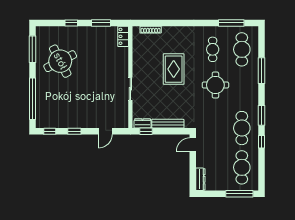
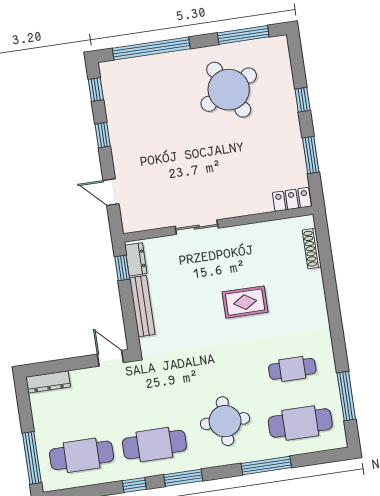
rug: (174, 69) -> (245, 302), width x0.73, depth x0.70
round table: (215, 85) -> (225, 421), moved

